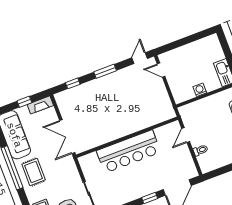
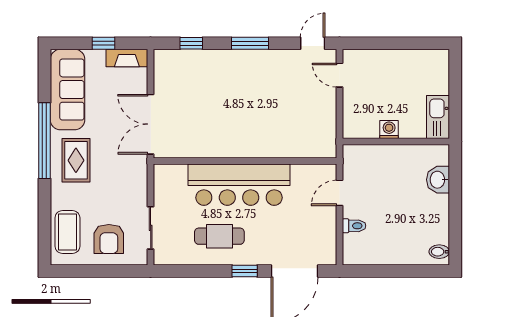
cafe table: (128, 184) -> (219, 236), added

